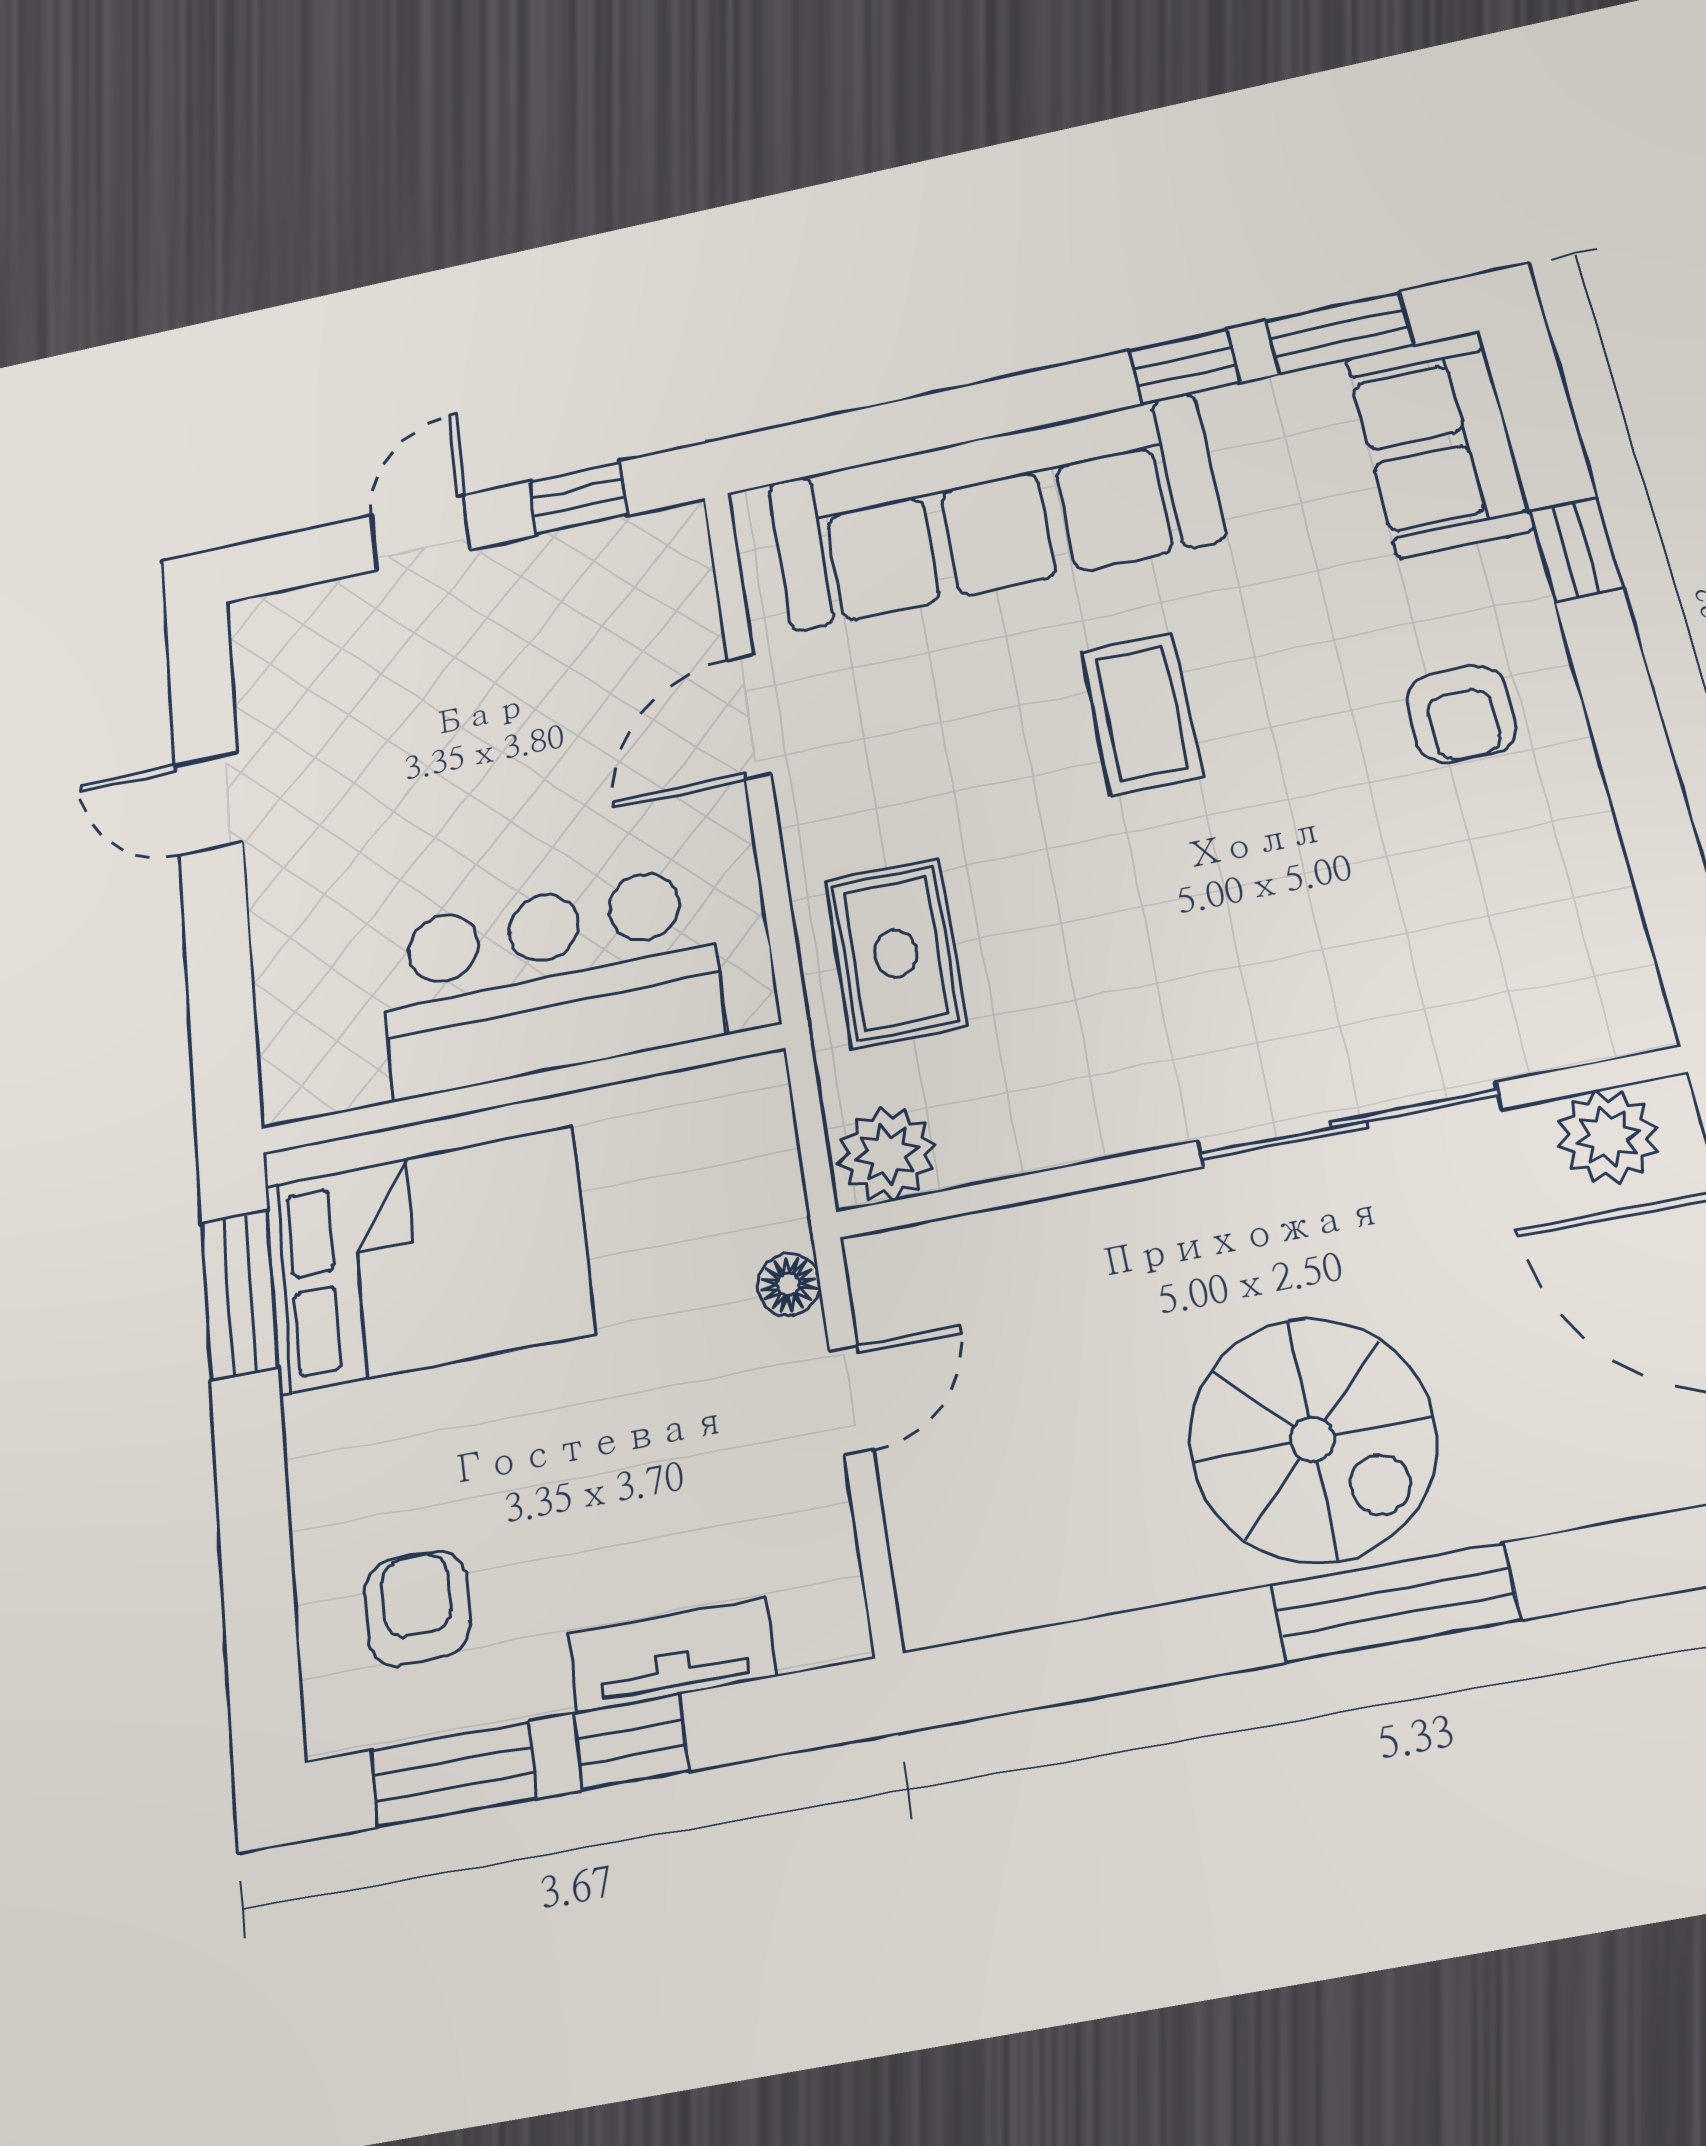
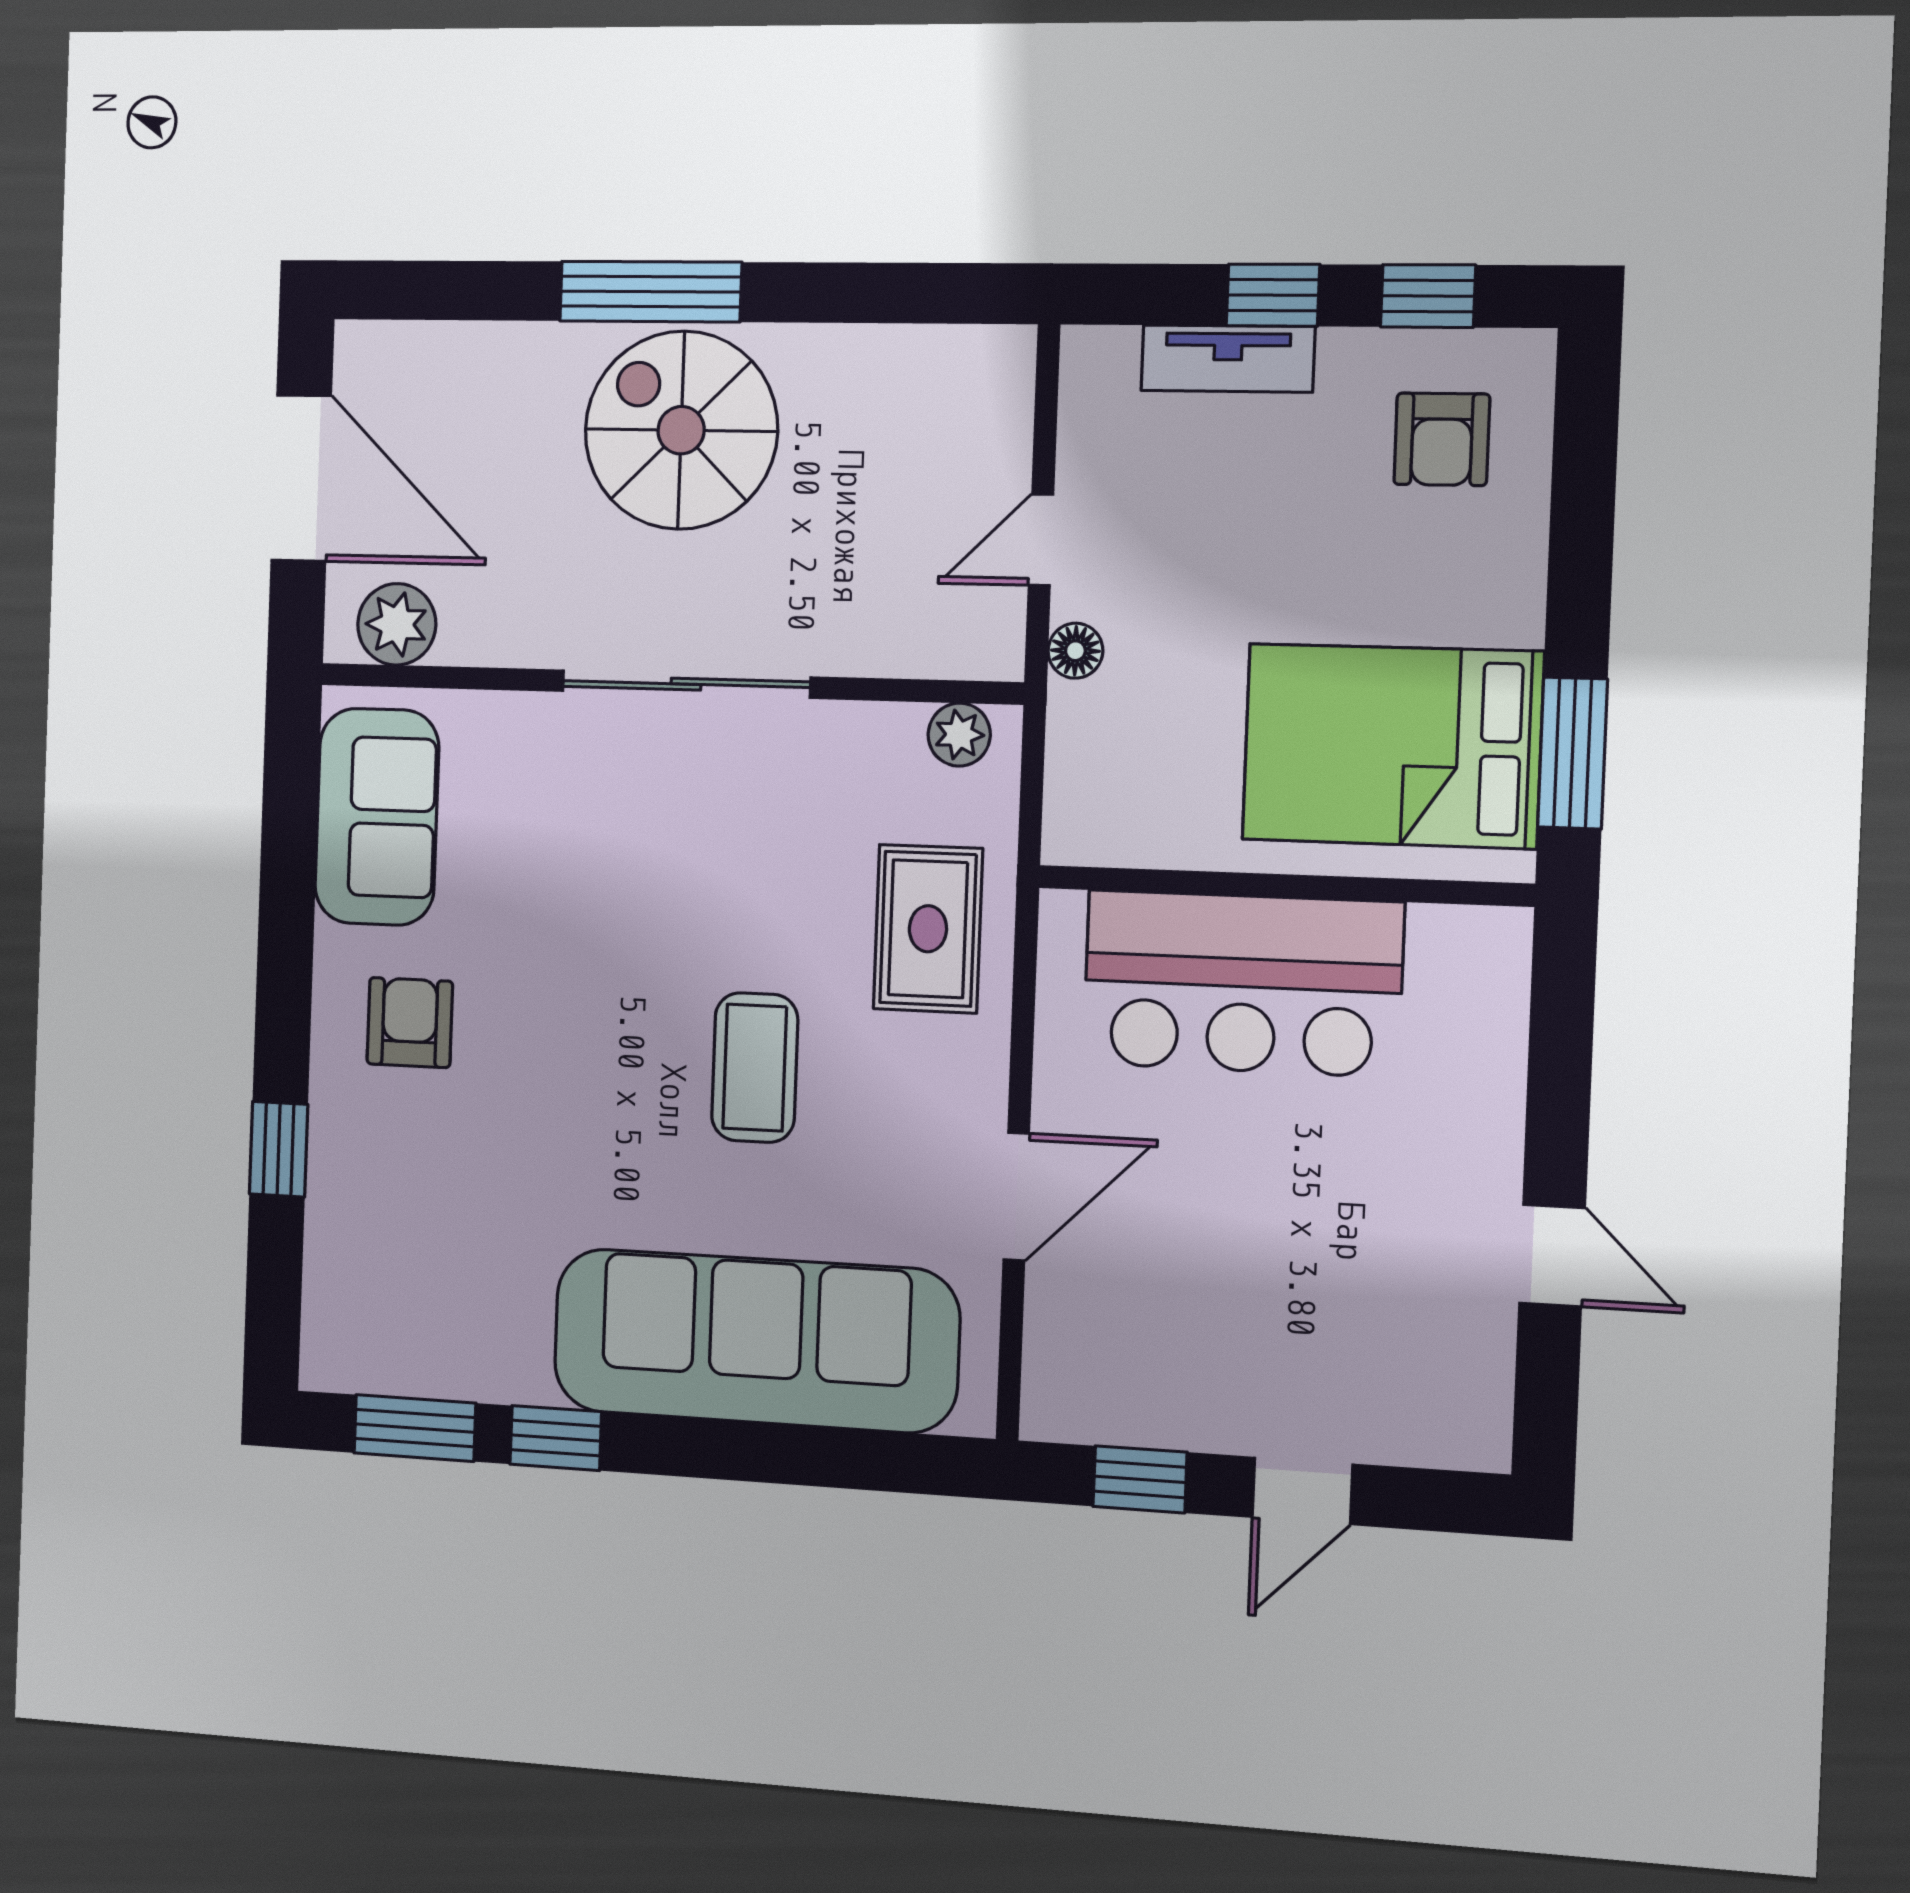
sofa: (1439, 443) -> (377, 817), moved
coffee table: (1142, 713) -> (755, 1068), moved
sliding door: (1349, 1125) -> (686, 684), moved
plant: (887, 1154) -> (959, 735), width x0.73, depth x0.73
window: (454, 1774) -> (1428, 296), width x0.67

